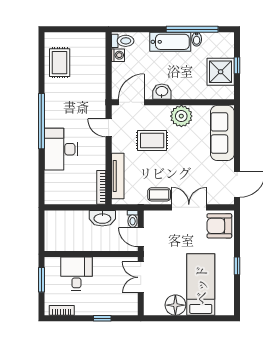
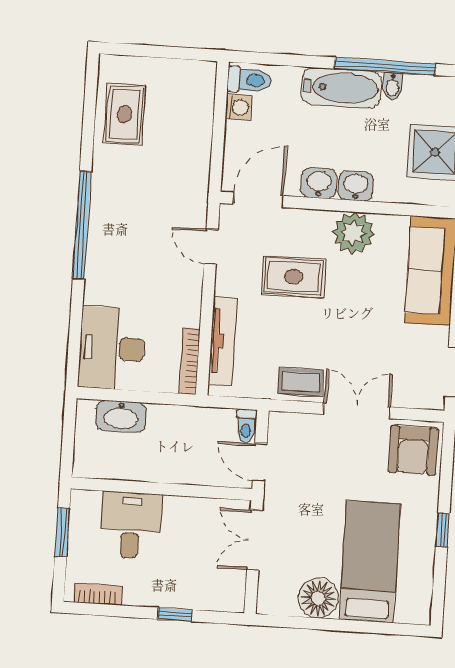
washbasin: (181, 92) -> (356, 186), added
desk: (61, 149) -> (112, 348), moved
washbasin: (102, 218) -> (121, 416), moved
armchair: (219, 226) -> (413, 450), turned -90

